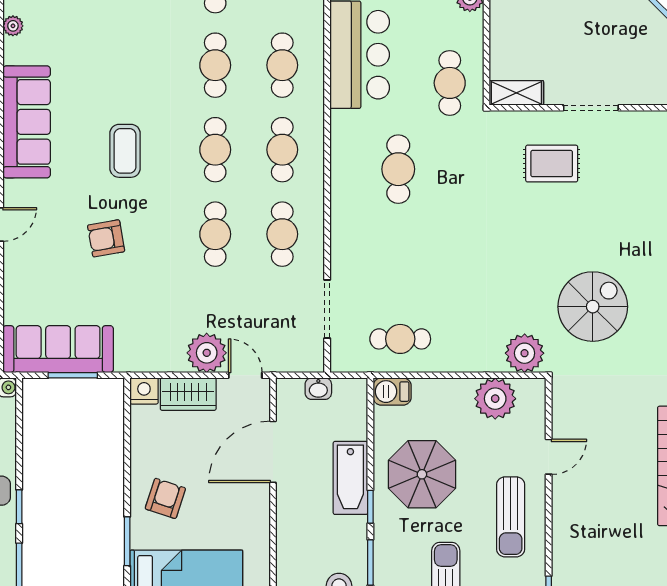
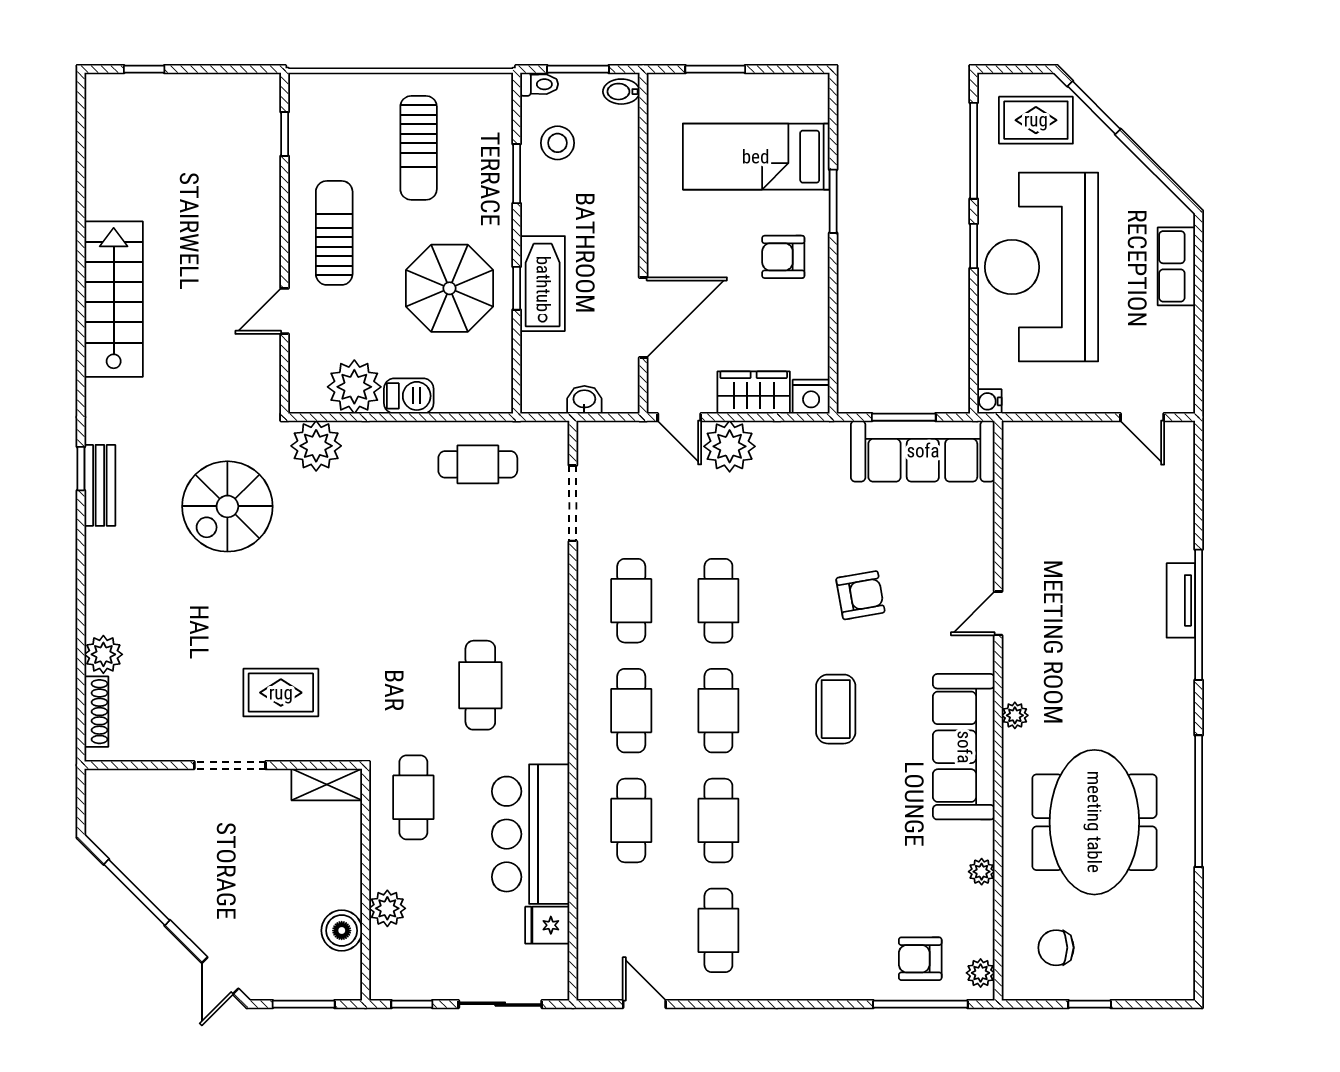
barbecue: (392, 392) -> (409, 396), moved
armchair: (165, 498) -> (783, 257), turned 72
window: (370, 507) -> (517, 288), moved

